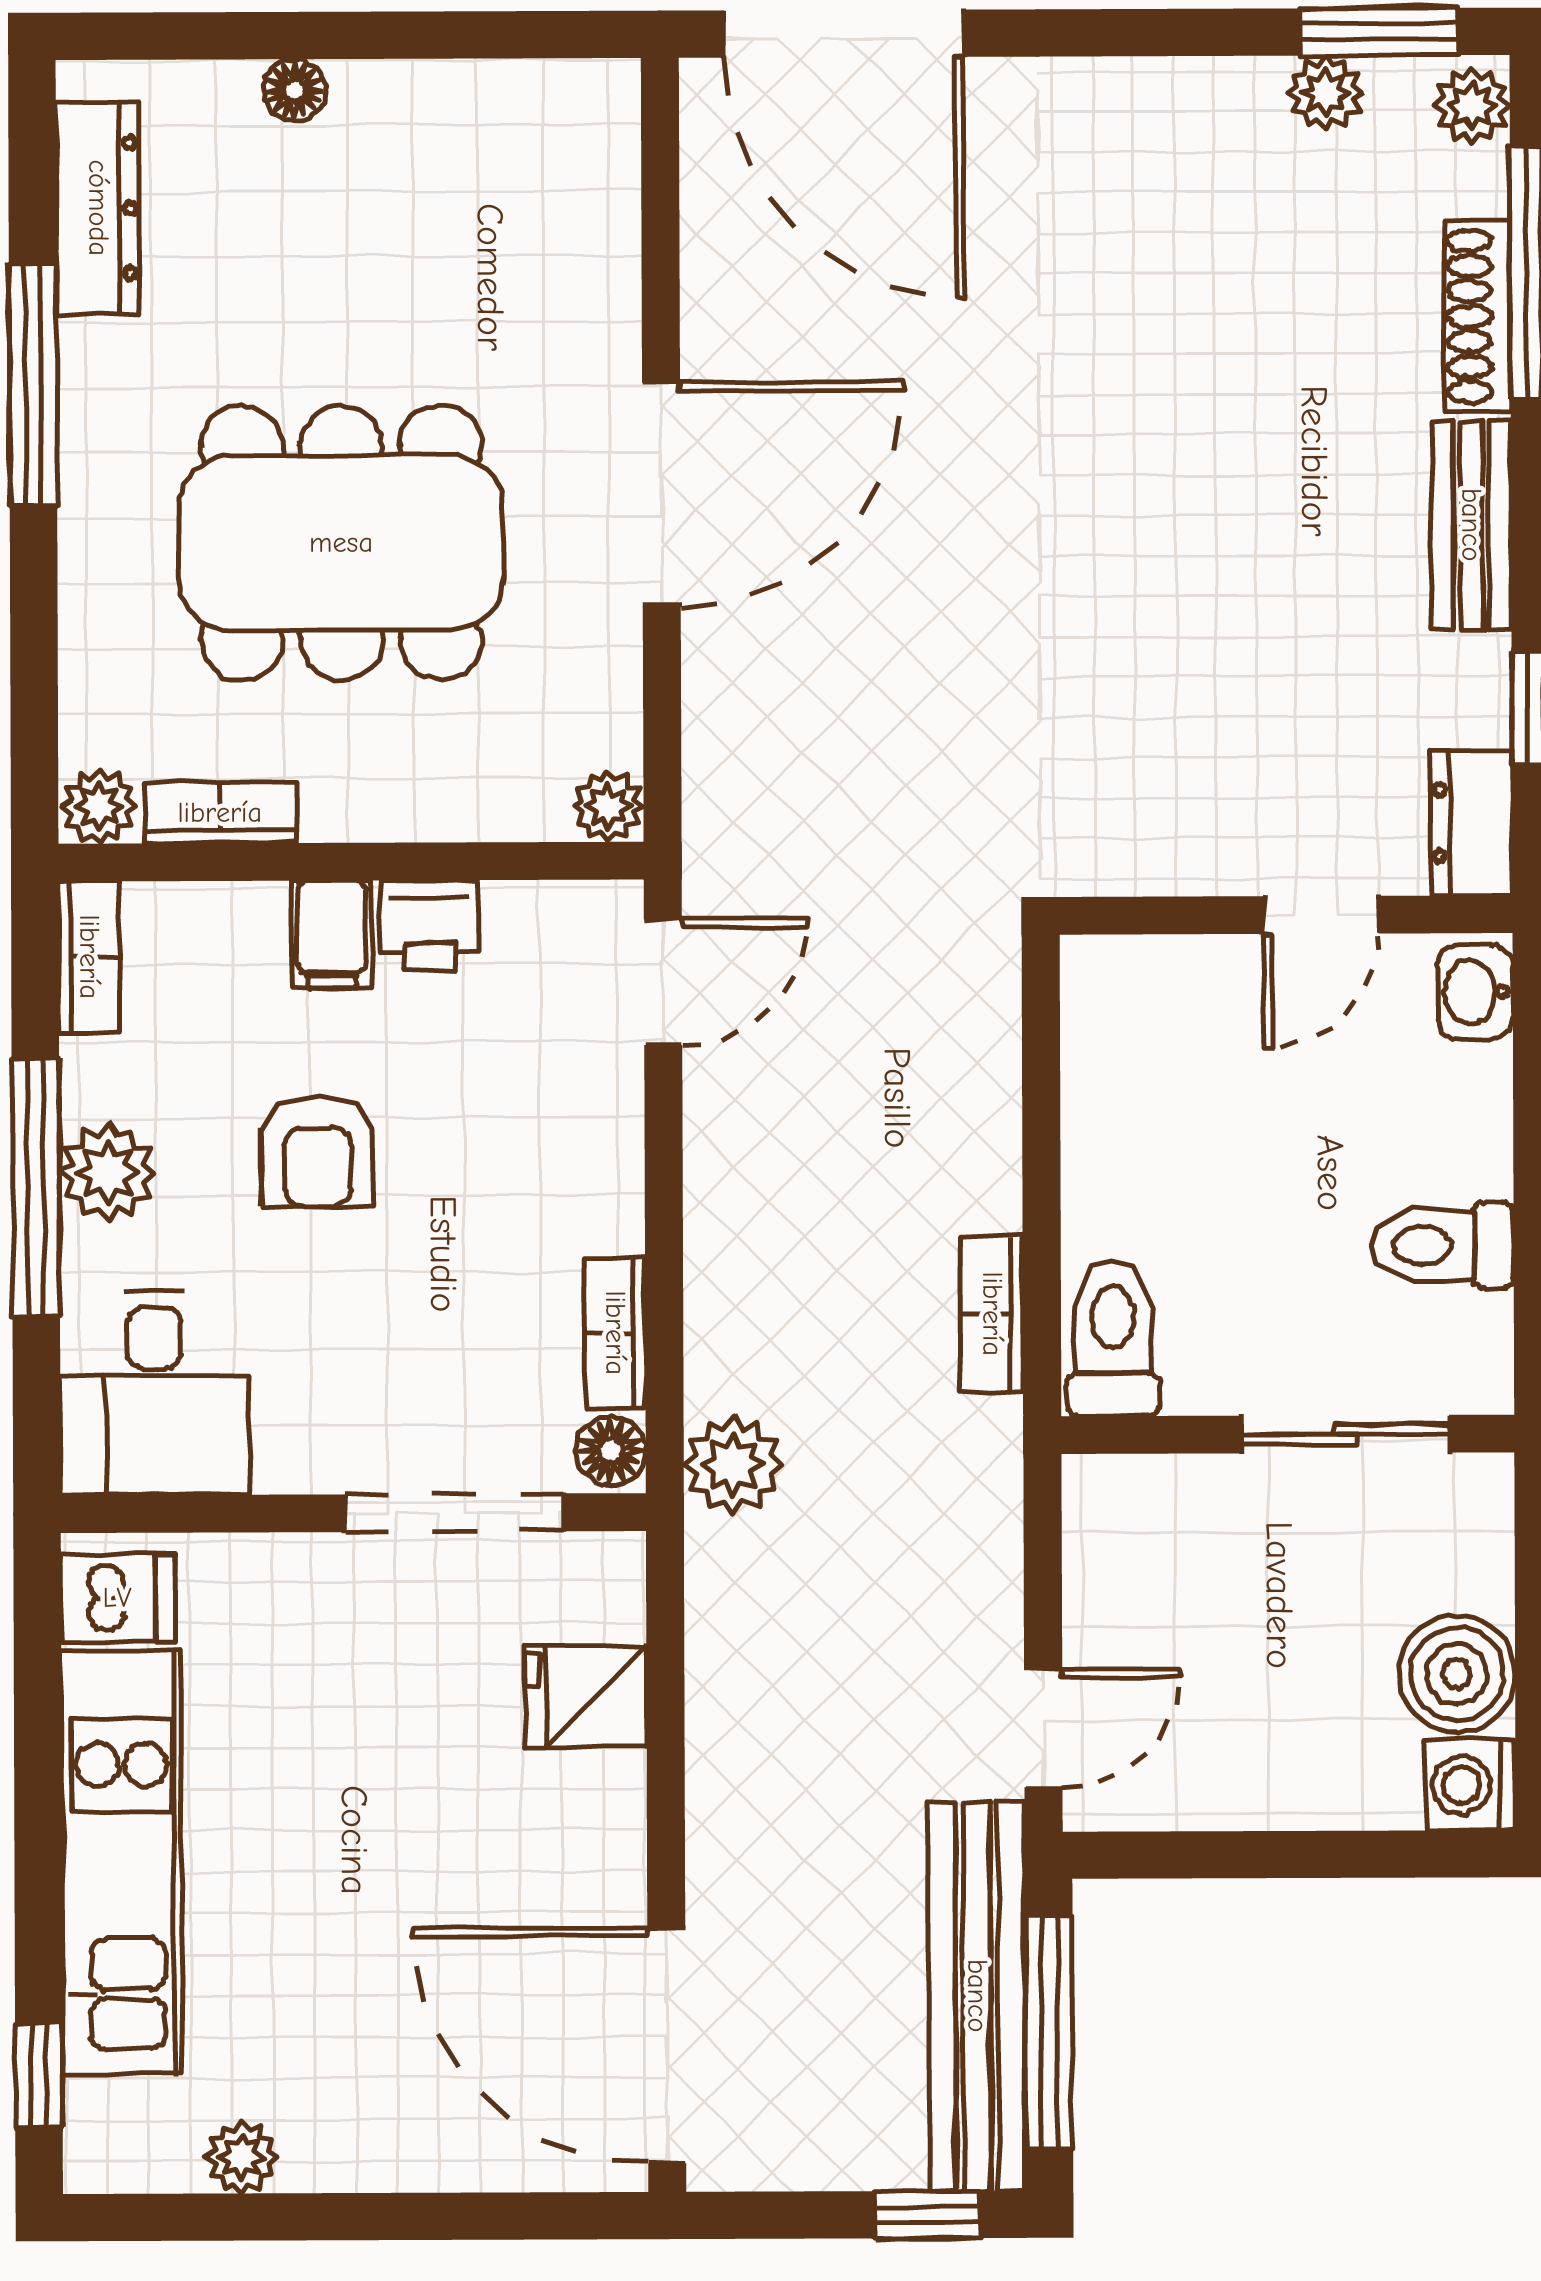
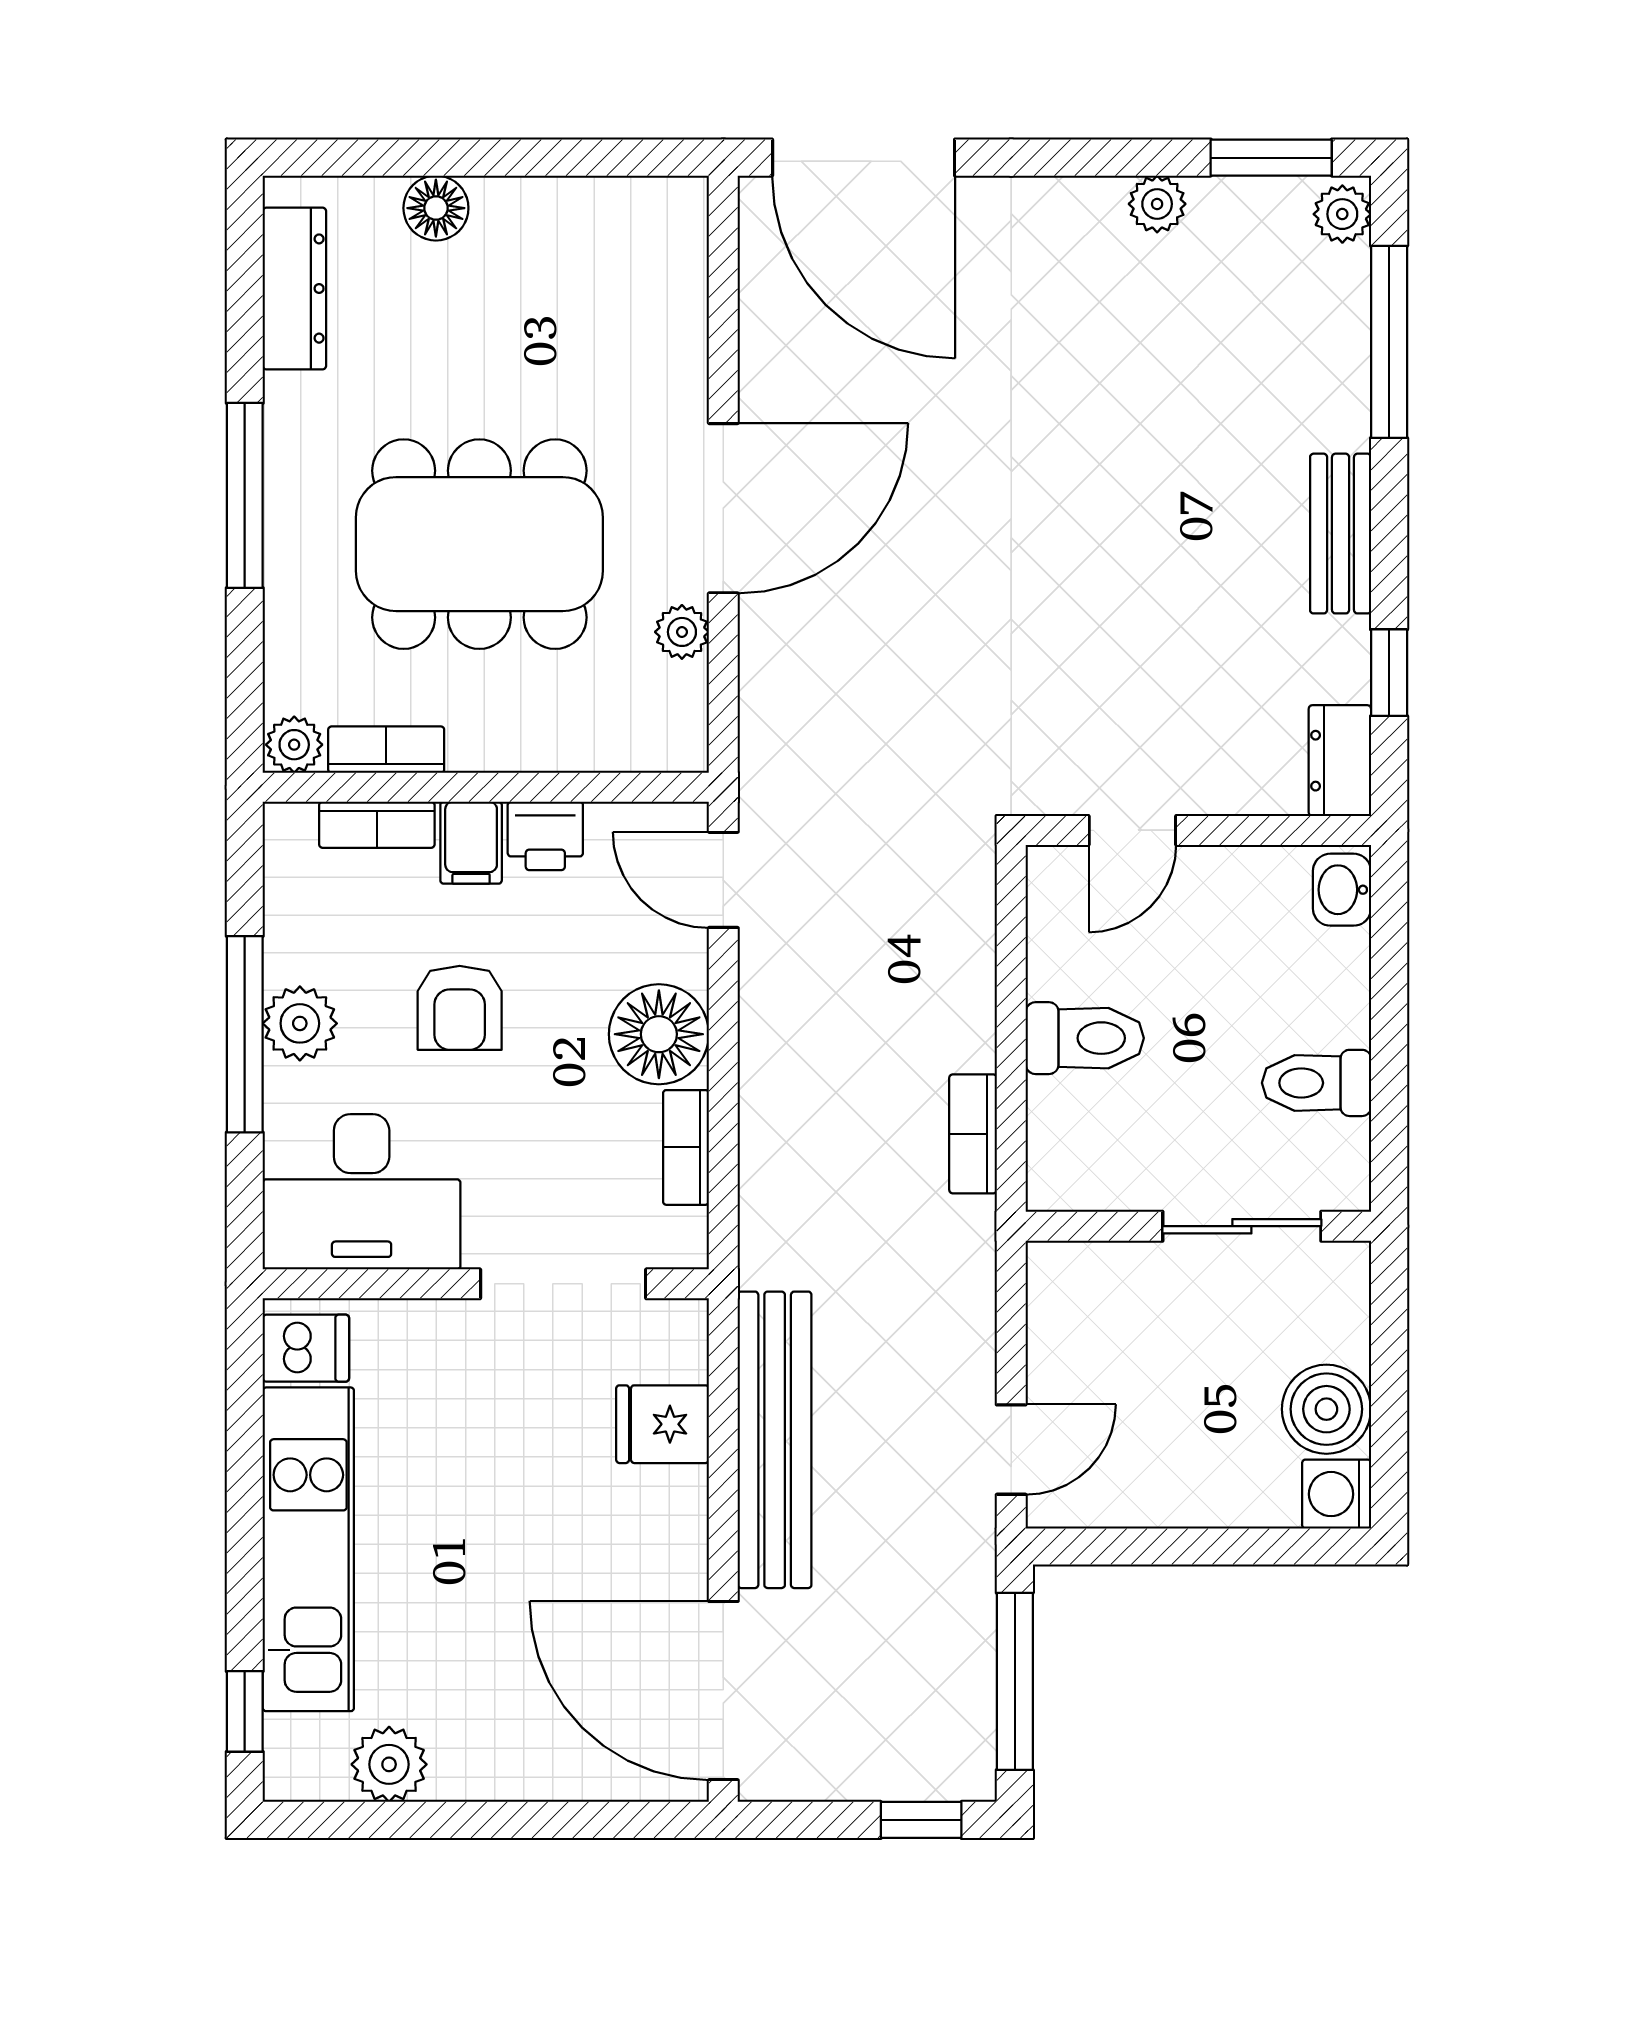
floor lamp: (294, 90) -> (436, 208), width x1.37, depth x1.37
plant: (1325, 93) -> (1157, 204), moved
shoe rack: (1478, 316) -> (1346, 375), removed
window: (33, 385) -> (245, 495), moved
plant: (608, 806) -> (682, 632), moved
door: (1321, 915) -> (1132, 830), moved
bookcase: (89, 957) -> (377, 825), moved, turned 90
door: (663, 982) -> (723, 880), swing flipped
toilet: (1113, 1338) -> (1085, 1038), moved, turned 90
desk: (155, 1393) -> (362, 1192), width x1.37
floor lamp: (611, 1451) -> (659, 1034), moved, width x1.89, depth x1.89
plant: (733, 1465) -> (775, 1248), removed
bench: (977, 1996) -> (775, 1440), moved
plant: (242, 2157) -> (389, 1764), width x1.38, depth x1.38

